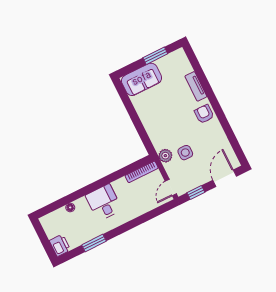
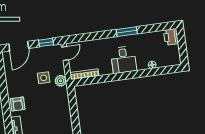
window: (94, 243) -> (127, 32), moved

